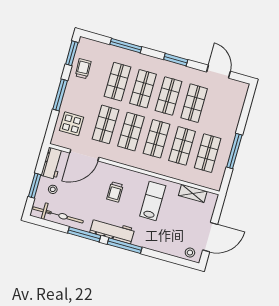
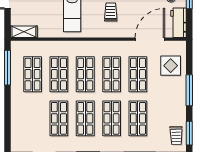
trolley: (83, 69) -> (176, 136), moved
window: (234, 151) -> (8, 68), moved
shelving: (193, 193) -> (24, 32), moved

